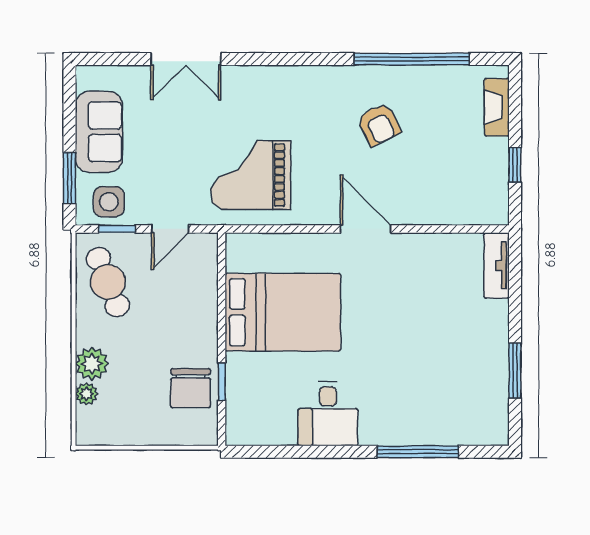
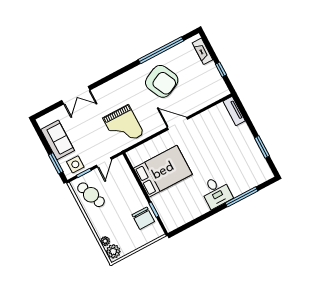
armchair: (379, 124) -> (162, 81), width x1.88, depth x1.88
grand piano: (251, 175) -> (123, 126), turned -90
plant: (92, 364) -> (113, 251), moved
desk: (328, 414) -> (216, 192), moved

